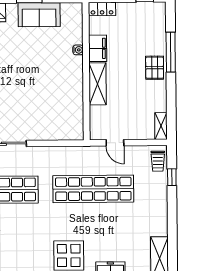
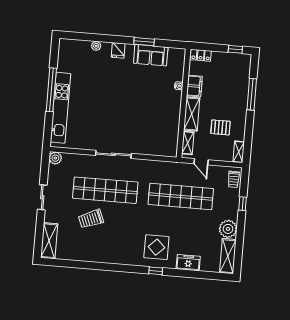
pallet: (155, 68) -> (220, 127), moved, turned 90
shelving: (96, 121) -> (188, 143), added
window: (172, 177) -> (243, 204), moved
plant: (157, 224) -> (228, 229), added

